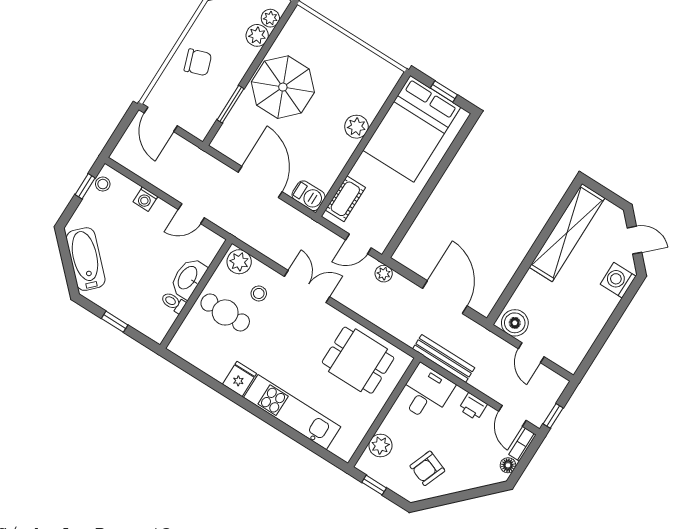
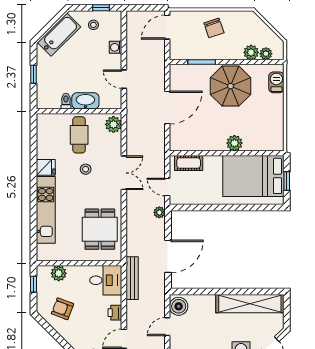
stool: (103, 184) -> (93, 25), moved
barbecue: (308, 196) -> (276, 82), moved, turned 180
stool: (259, 293) -> (86, 169), moved

